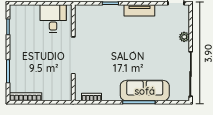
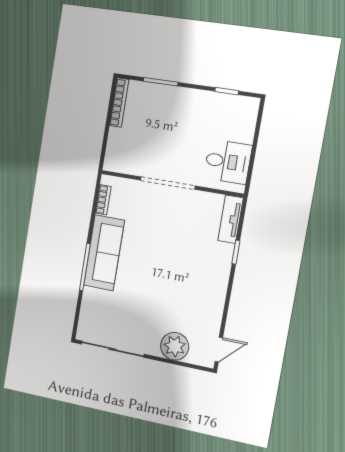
tv unit: (139, 10) -> (231, 219), moved
plant: (184, 37) -> (175, 346), width x1.88, depth x1.88
sofa: (145, 91) -> (104, 253), moved

